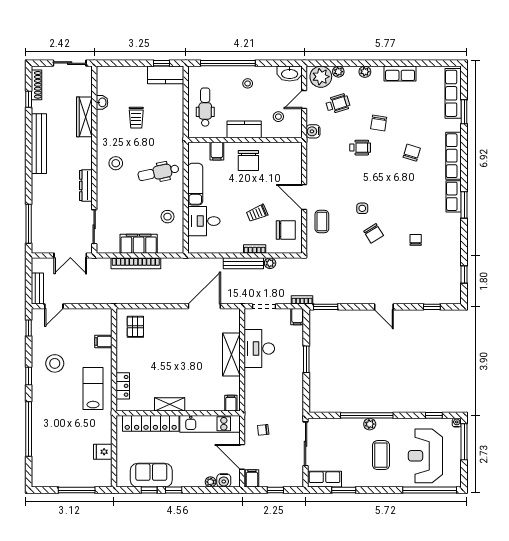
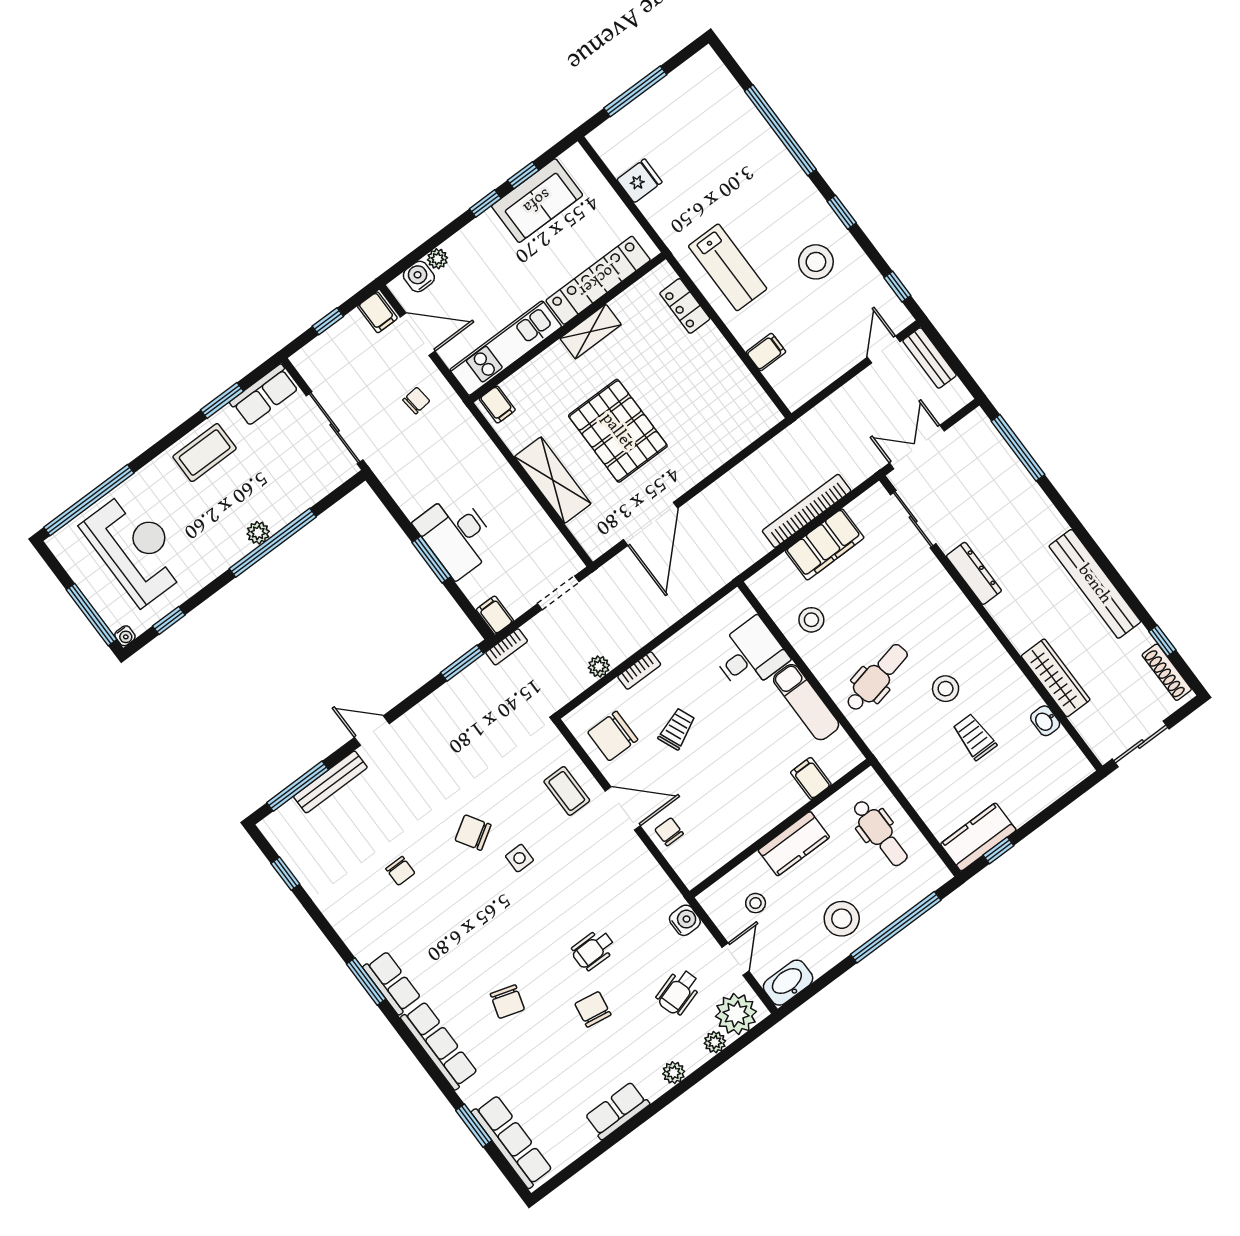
stool: (248, 83) -> (842, 919), width x1.89, depth x1.89
chair: (248, 161) -> (669, 832), moved, width x0.54, depth x0.54
stool: (116, 163) -> (946, 689), moved
bench: (243, 263) -> (330, 782), moved
window: (432, 307) -> (298, 786), width x2.17
pallet: (135, 327) -> (618, 431), moved, width x2.05, depth x2.00
desk: (259, 349) -> (456, 535), moved, turned 180
coffee table: (381, 455) -> (205, 453), moved, turned 90

